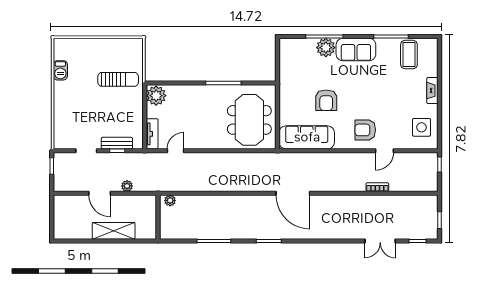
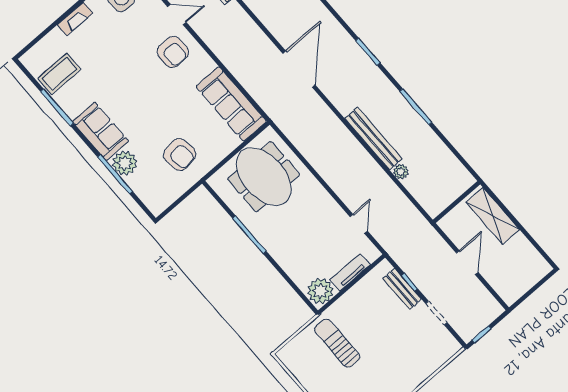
armchair: (326, 100) -> (180, 155), moved, turned 82
meeting table: (249, 120) -> (264, 177), turned 90
tv unit: (152, 134) -> (350, 272), moved
door: (176, 151) -> (359, 224), swing flipped
plant: (127, 186) -> (436, 242), removed
plant: (170, 200) -> (401, 172), moved
bench: (217, 201) -> (373, 139), added
wall: (158, 217) -> (457, 202), moved

